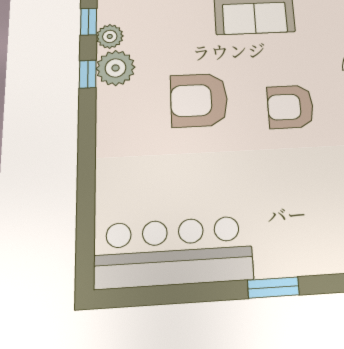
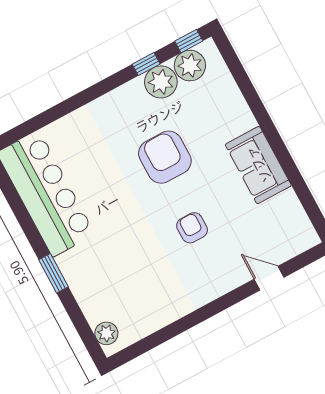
plant: (110, 36) -> (190, 66), width x1.36, depth x1.36
armchair: (290, 107) -> (192, 228), width x0.72, depth x0.72

